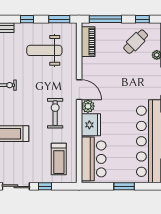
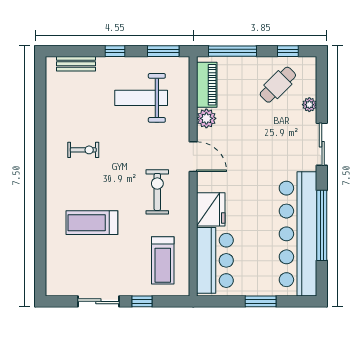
plant: (88, 106) -> (206, 118), moved

